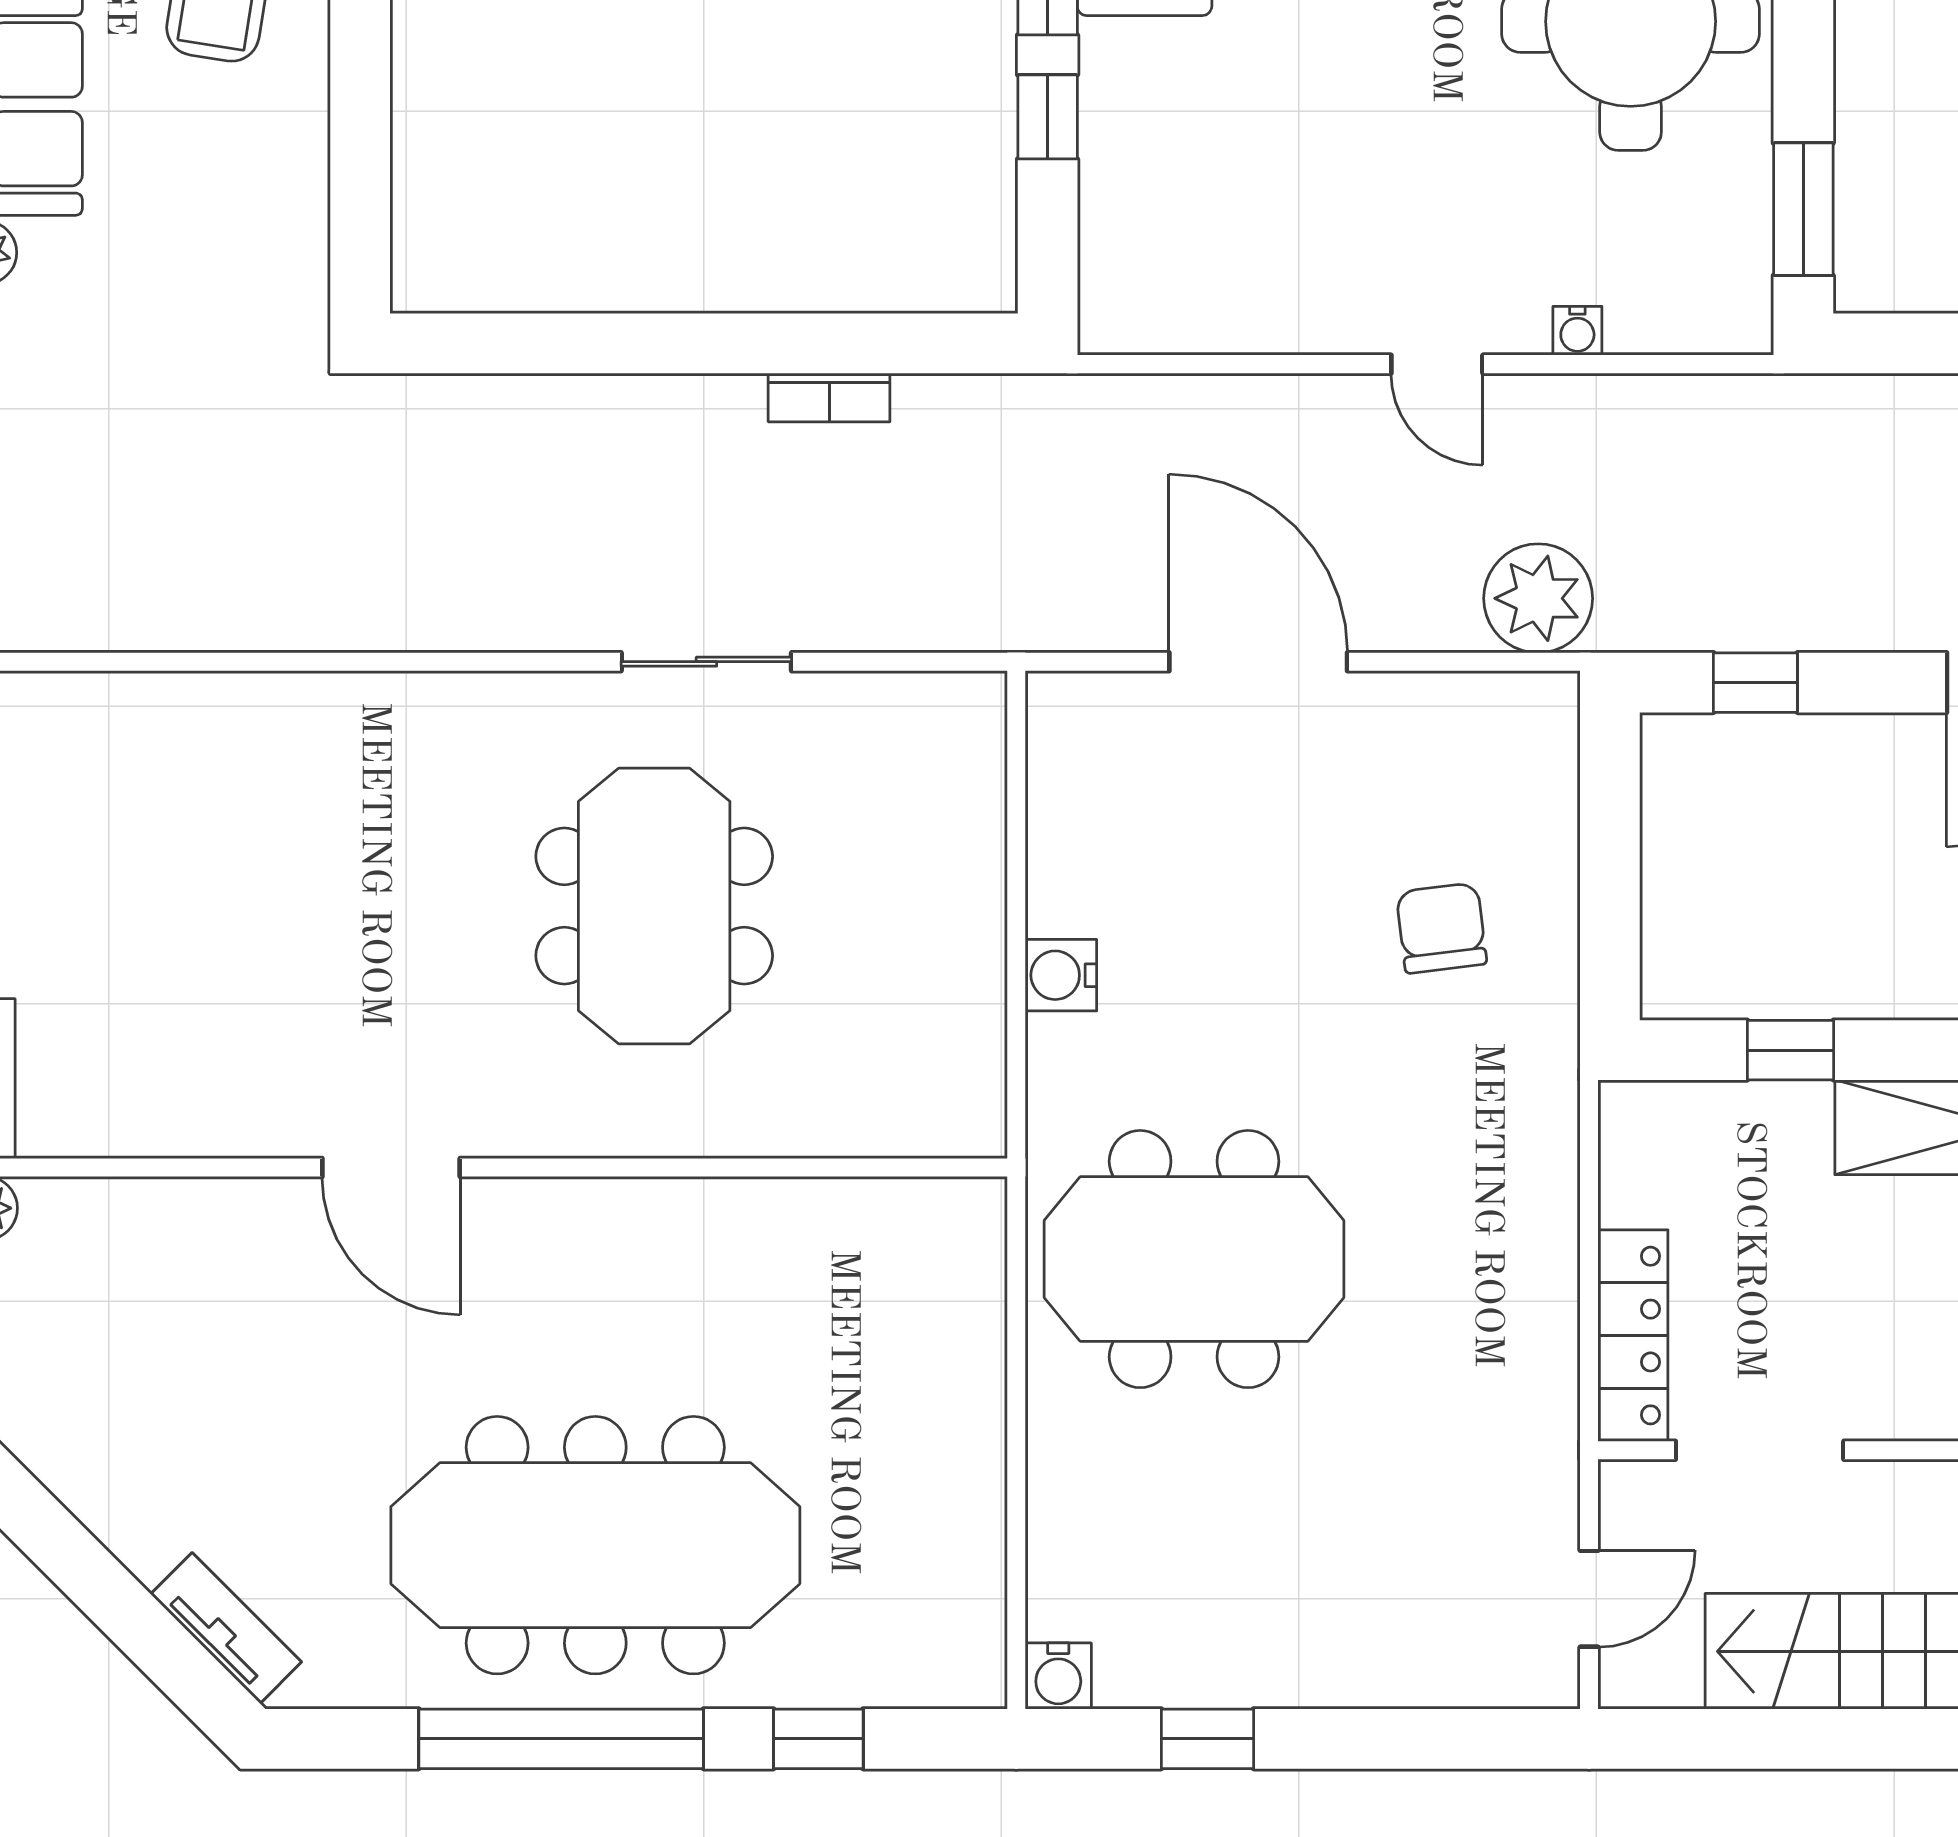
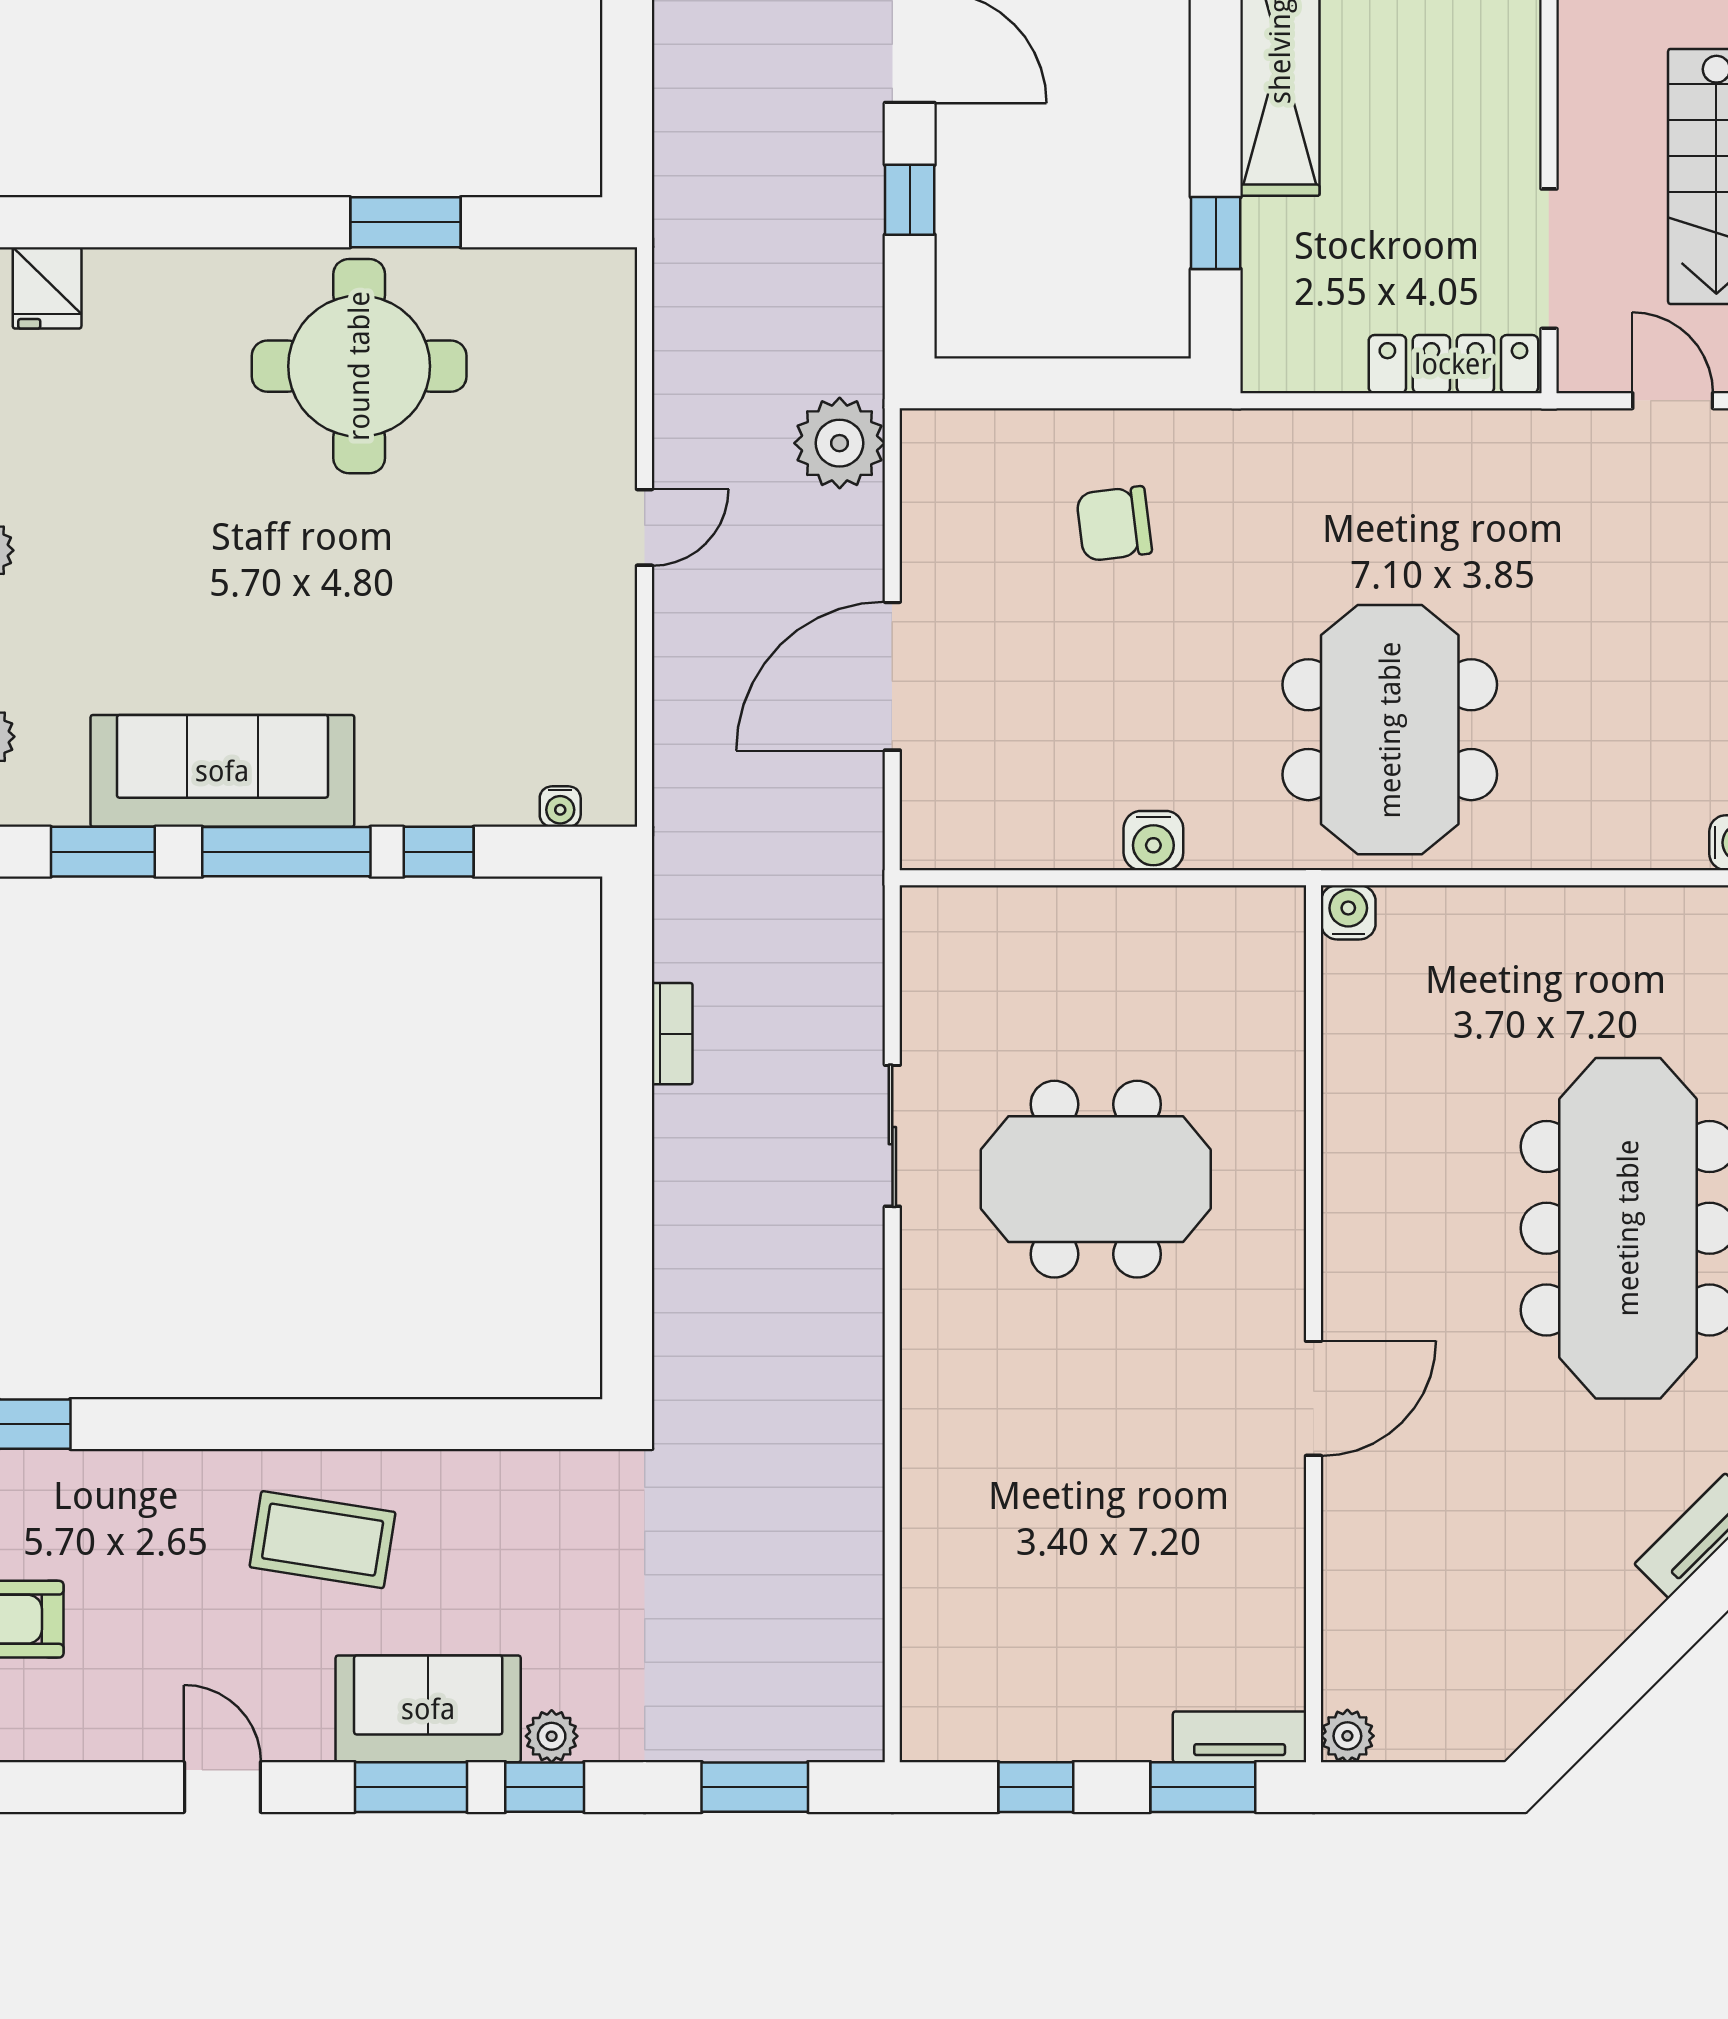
window: (1803, 209) -> (405, 222), moved
water cooler: (1577, 331) -> (560, 807), moved, turned 90
window: (1755, 683) -> (910, 200), moved
water cooler: (975, 1209) -> (1348, 912), added

